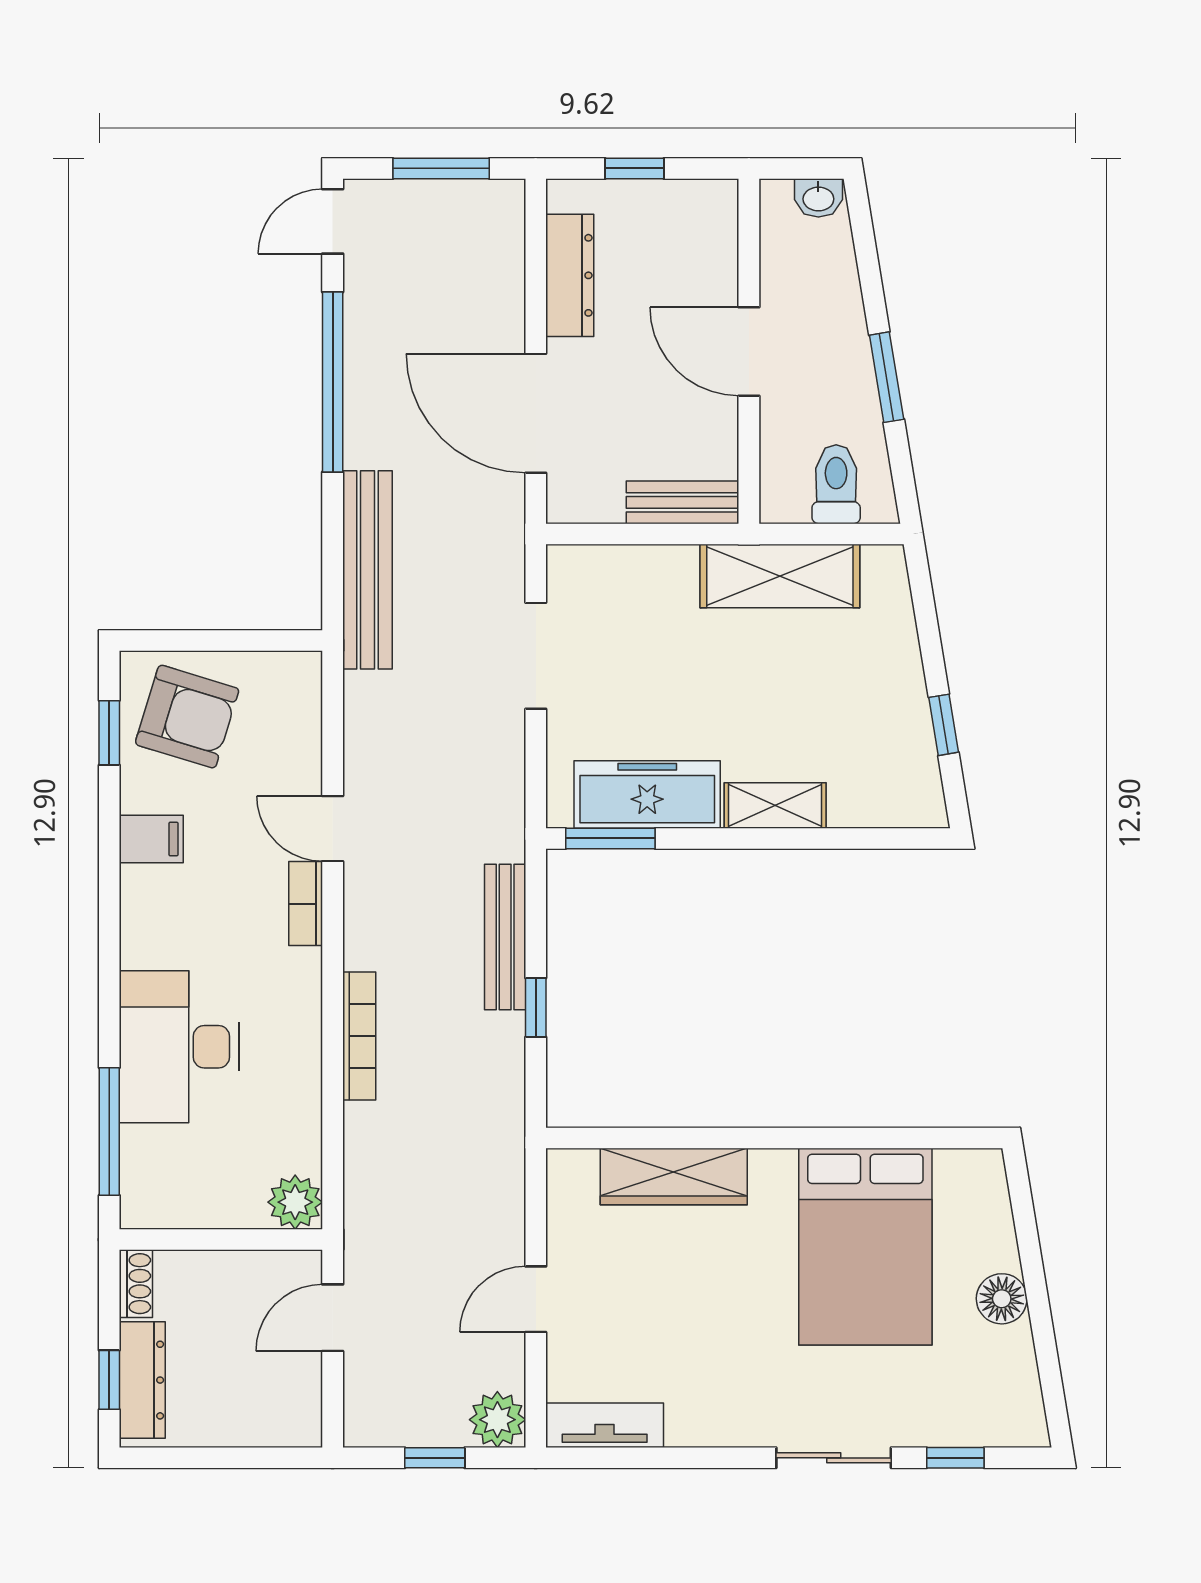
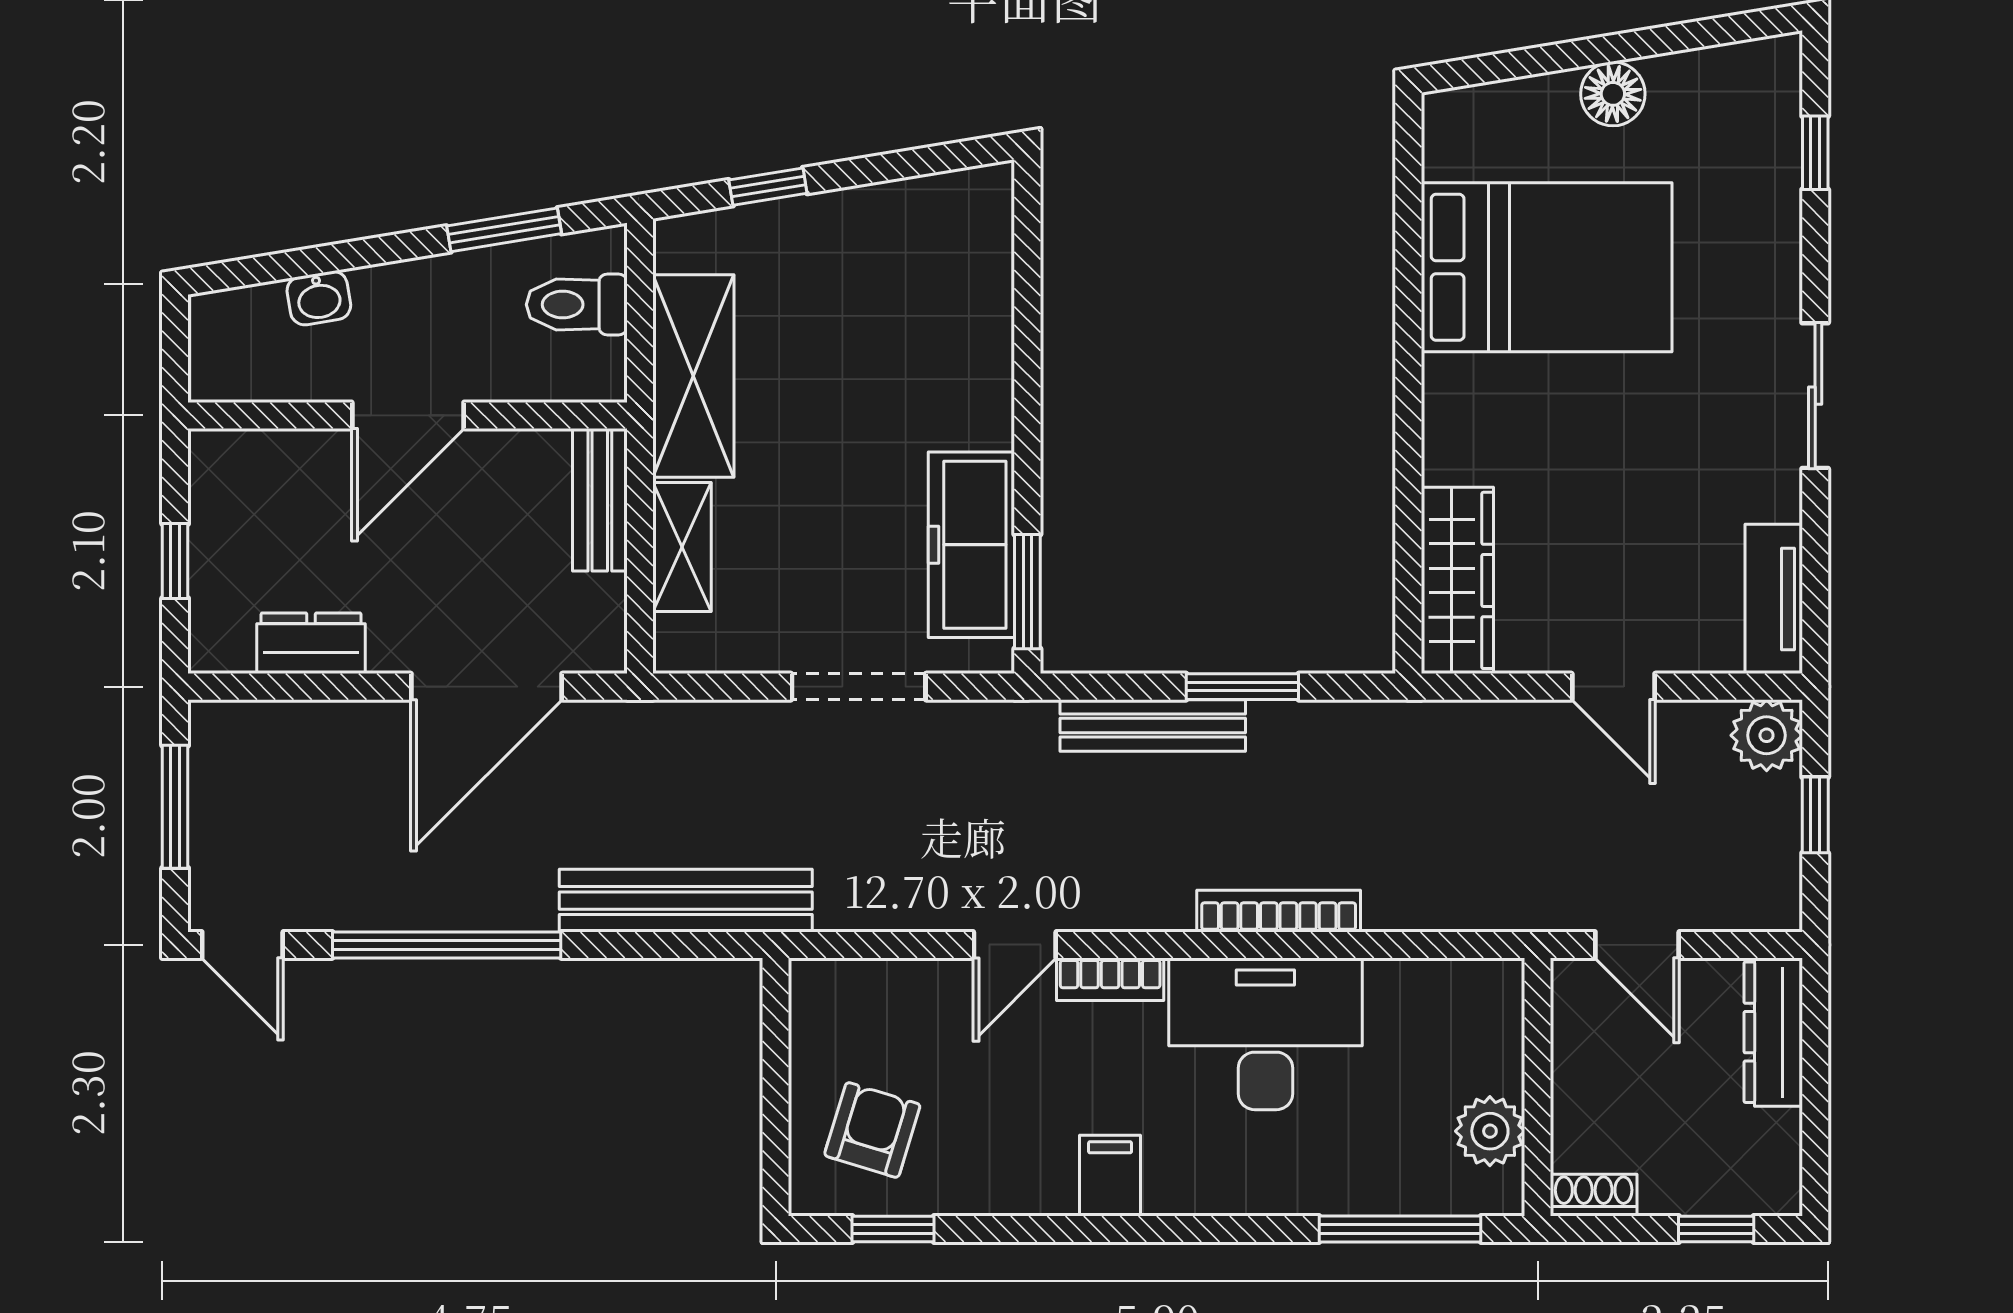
washbasin: (818, 198) -> (319, 298), moved, turned 81
dresser: (570, 275) -> (311, 643), width x0.70
window: (887, 377) -> (504, 230), moved
doorway: (536, 656) -> (859, 687), moved
armchair: (187, 717) -> (872, 1130), width x0.72, depth x0.72
window: (944, 725) -> (768, 187), moved
shelving: (775, 806) -> (682, 547), moved
filing cabinet: (151, 839) -> (1110, 1176), moved
window: (536, 1007) -> (1242, 687), width x1.50
desk: (179, 1047) -> (1265, 1034), moved, turned 180
wardrobe: (674, 1176) -> (1457, 580), moved
plant: (295, 1202) -> (1490, 1131), moved
dresser: (142, 1380) -> (1773, 1032), moved, turned -90
sliding door: (834, 1458) -> (1815, 396), moved

